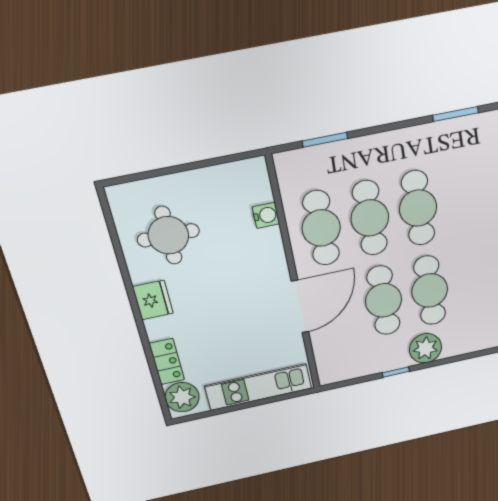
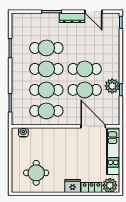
cafe table: (466, 198) -> (46, 48), added
water cooler: (266, 215) -> (23, 132), moved
fridge: (153, 300) -> (73, 186), moved
door: (300, 307) -> (93, 126), moved
plant: (425, 348) -> (112, 86), moved

